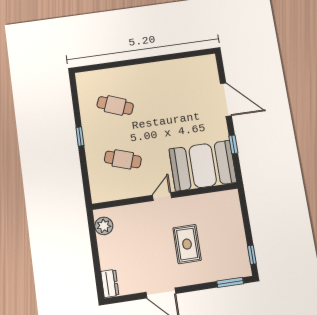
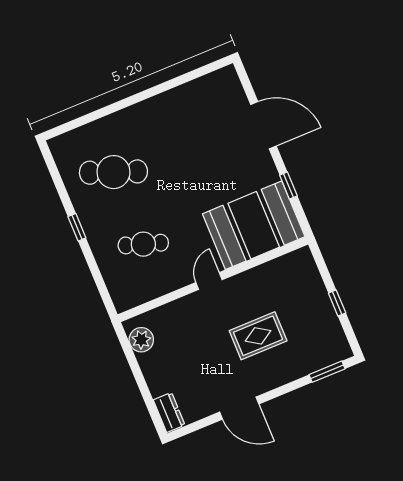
cafe table: (115, 105) -> (113, 172), width x1.37, depth x1.35
rug: (187, 244) -> (258, 336), turned 90
window: (252, 255) -> (337, 303), moved

